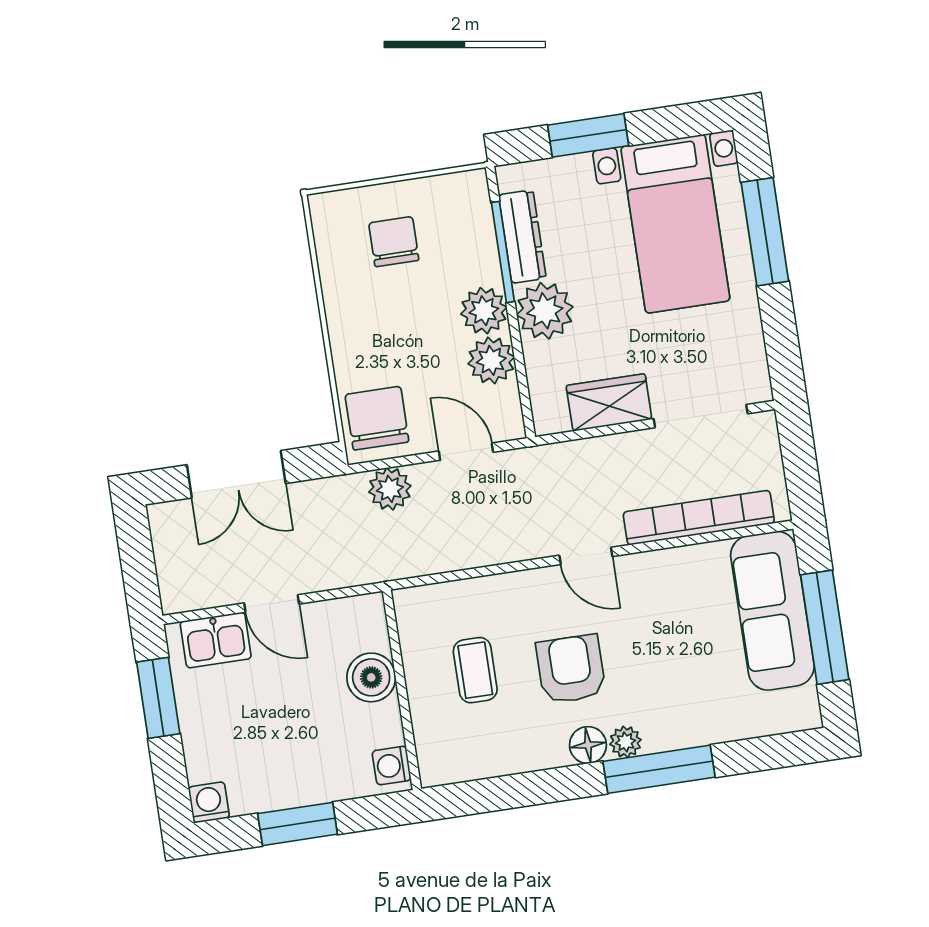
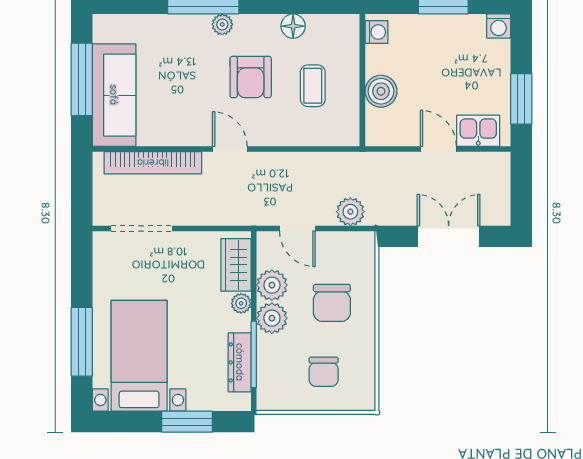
plant: (545, 311) -> (241, 303), width x0.53, depth x0.53
wardrobe: (609, 403) -> (236, 265), moved, turned 90
chair: (377, 418) -> (332, 303), moved
floor lamp: (588, 745) -> (293, 26), moved

